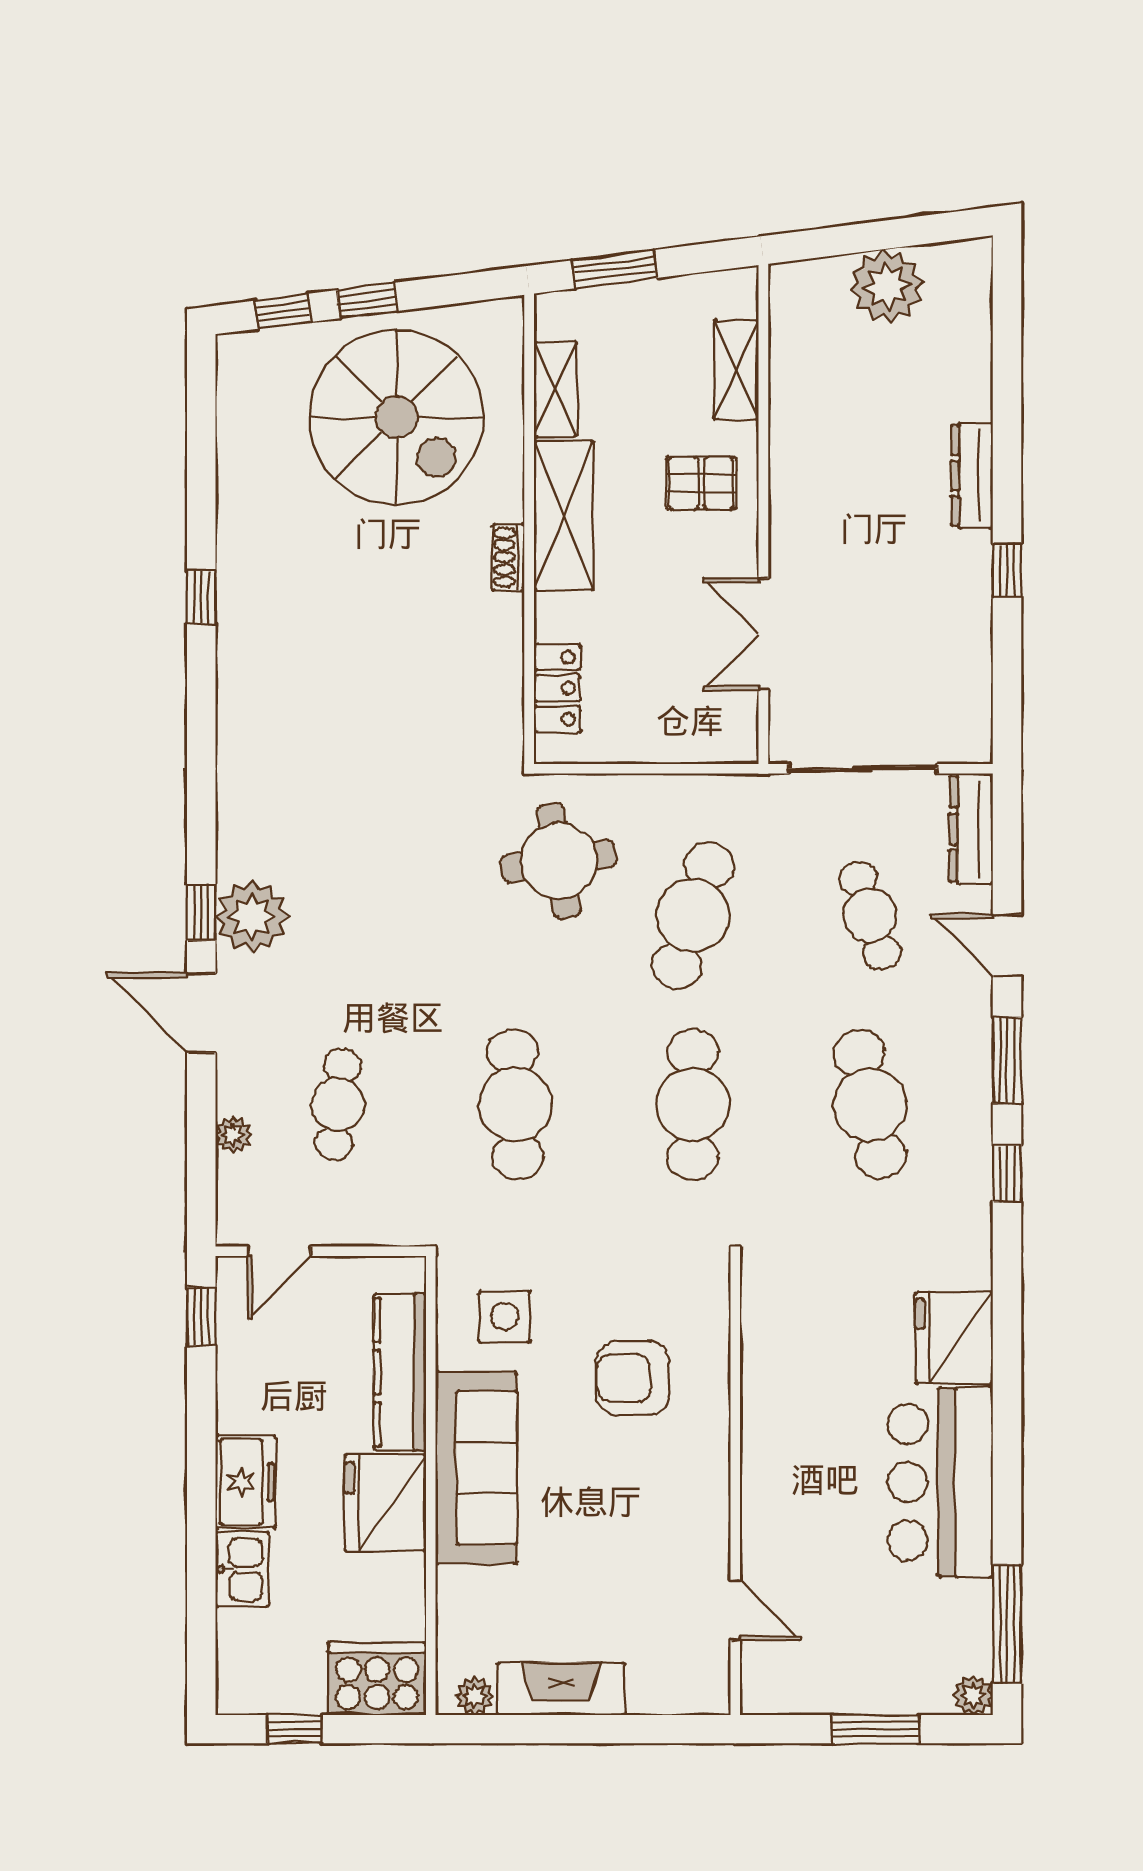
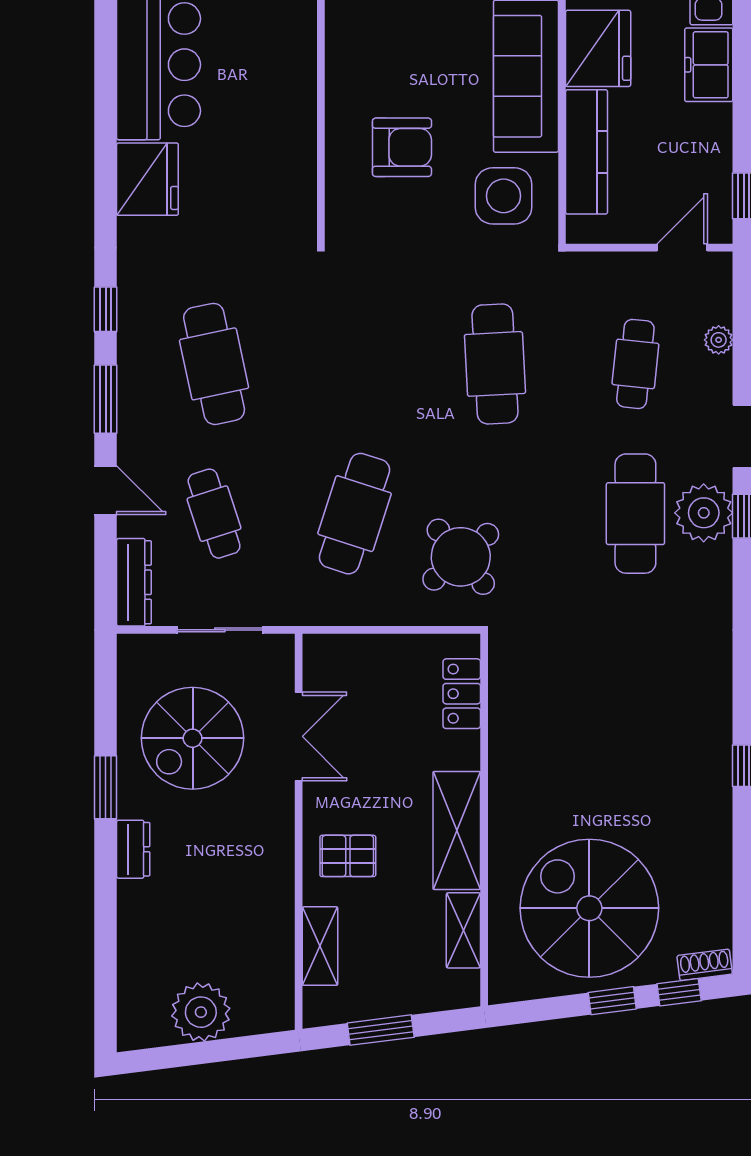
window: (615, 269) -> (381, 1030), moved
dresser: (972, 476) -> (133, 849), width x0.70
shoe rack: (508, 557) -> (705, 965), moved, turned -97
window: (1007, 570) -> (106, 787), width x1.50
spiral stairs: (897, 632) -> (193, 738), added
sliding door: (863, 769) -> (220, 630), width x0.73
round table: (559, 861) -> (461, 557), turned -31
cafe table: (693, 1104) -> (635, 514), moved
side table: (505, 1317) -> (504, 196), width x1.37, depth x1.37

